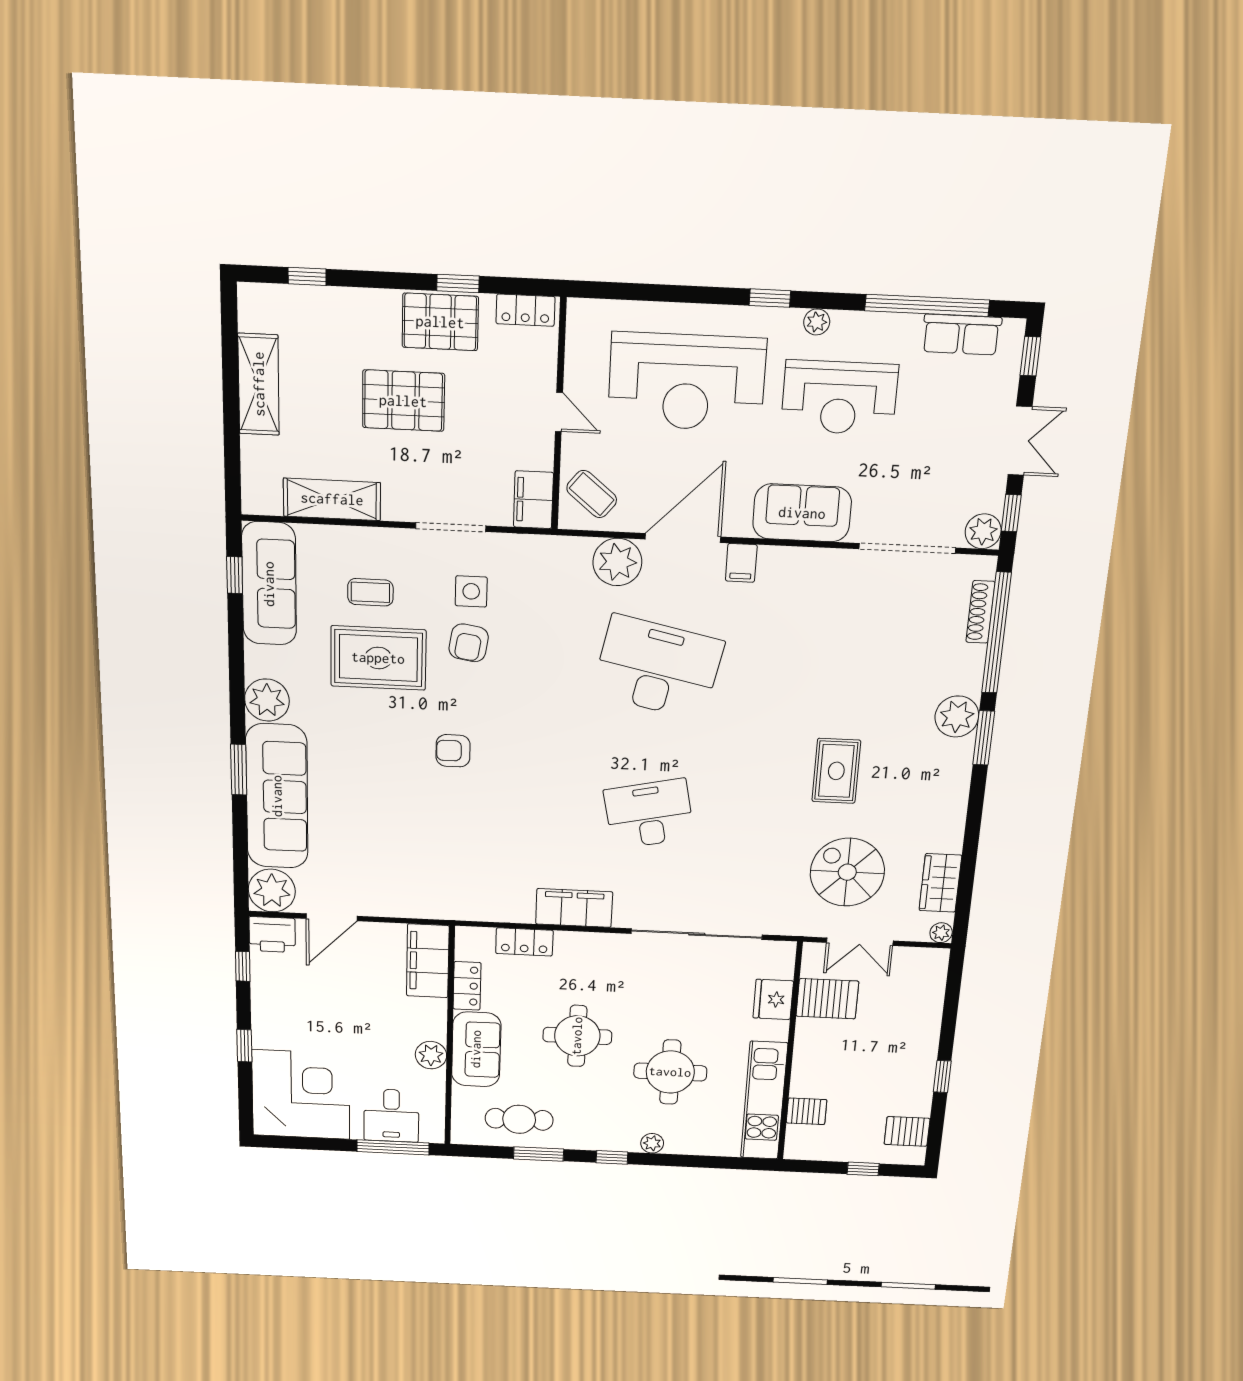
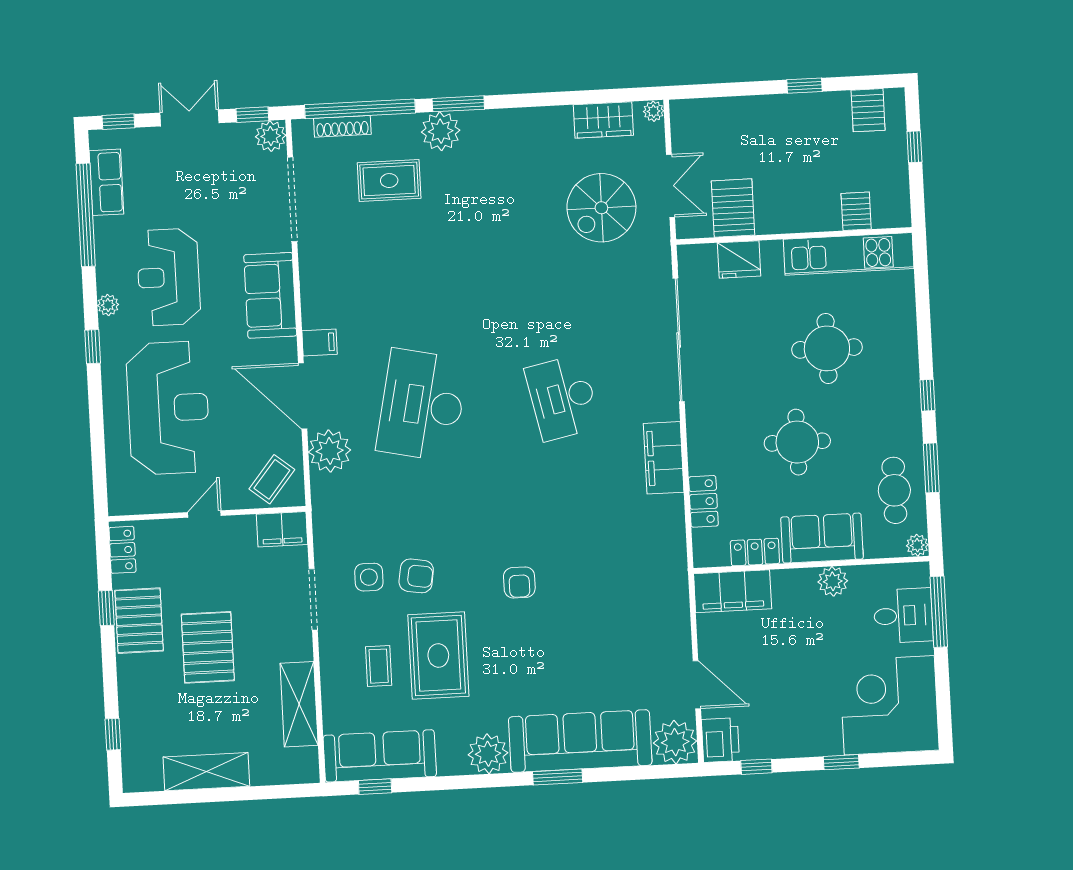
reception desk: (839, 398) -> (169, 277), turned 180
rug: (836, 771) -> (389, 181), moved
plant: (652, 1143) -> (917, 545), moved

